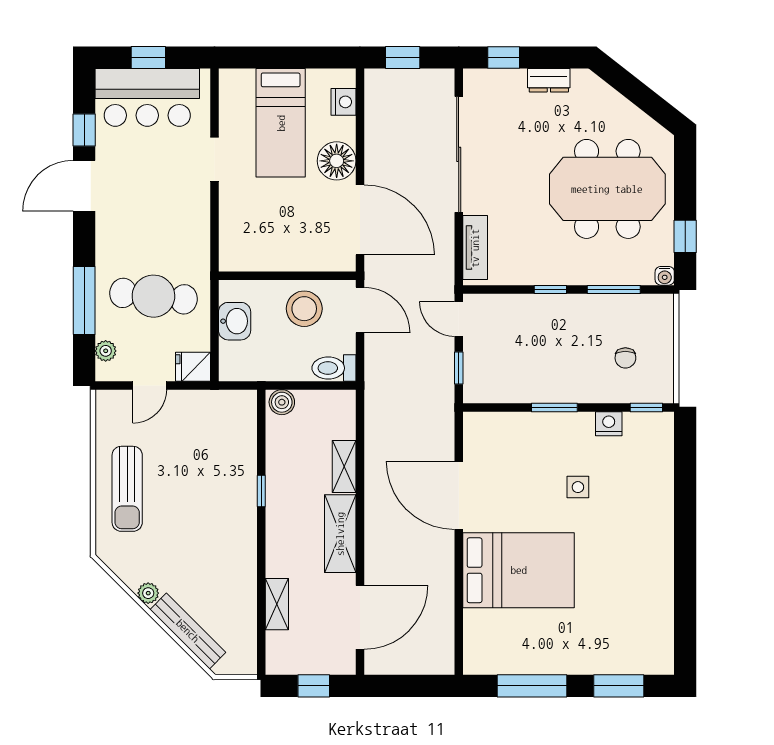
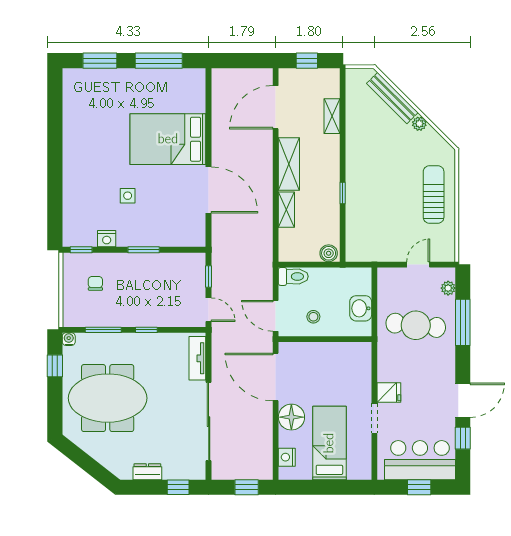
stool: (304, 309) -> (313, 317), width x0.53, depth x0.53
fridge: (193, 367) -> (389, 393), moved

